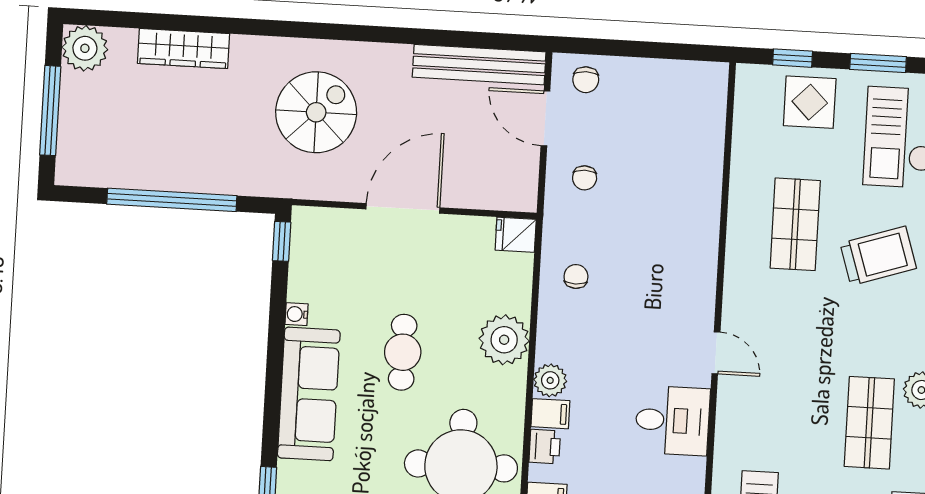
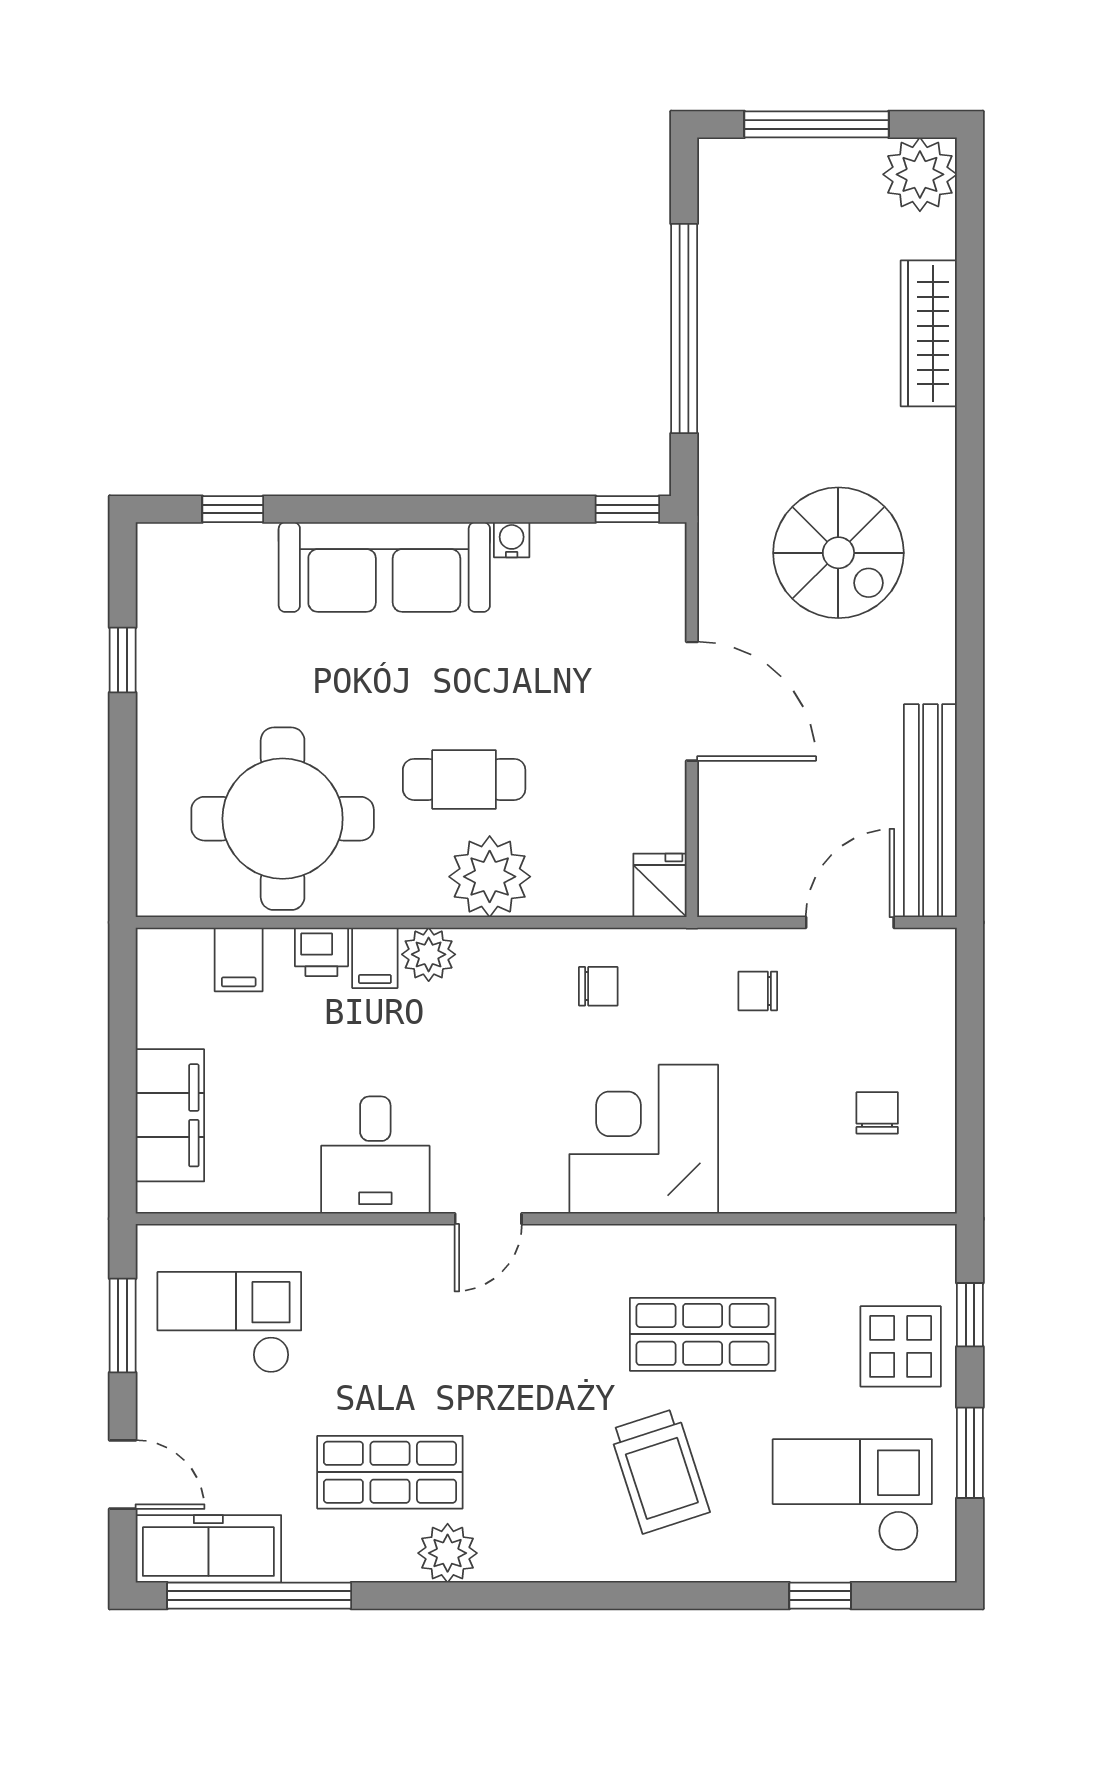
chair: (586, 80) -> (877, 1113), moved, turned 90
corner desk: (672, 254) -> (644, 1139), added
cafe table: (403, 352) -> (464, 779), moved

